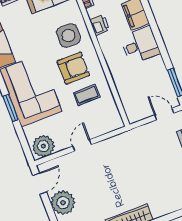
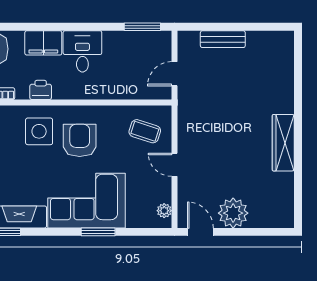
coffee table: (87, 95) -> (145, 131), moved, turned -72
door: (164, 114) -> (174, 74), moved
plant: (43, 146) -> (164, 211), width x0.53, depth x0.53

